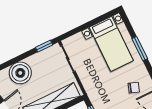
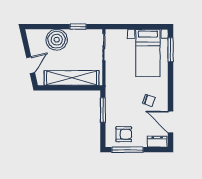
window: (44, 46) -> (78, 27), moved
window: (140, 49) -> (171, 50), moved

